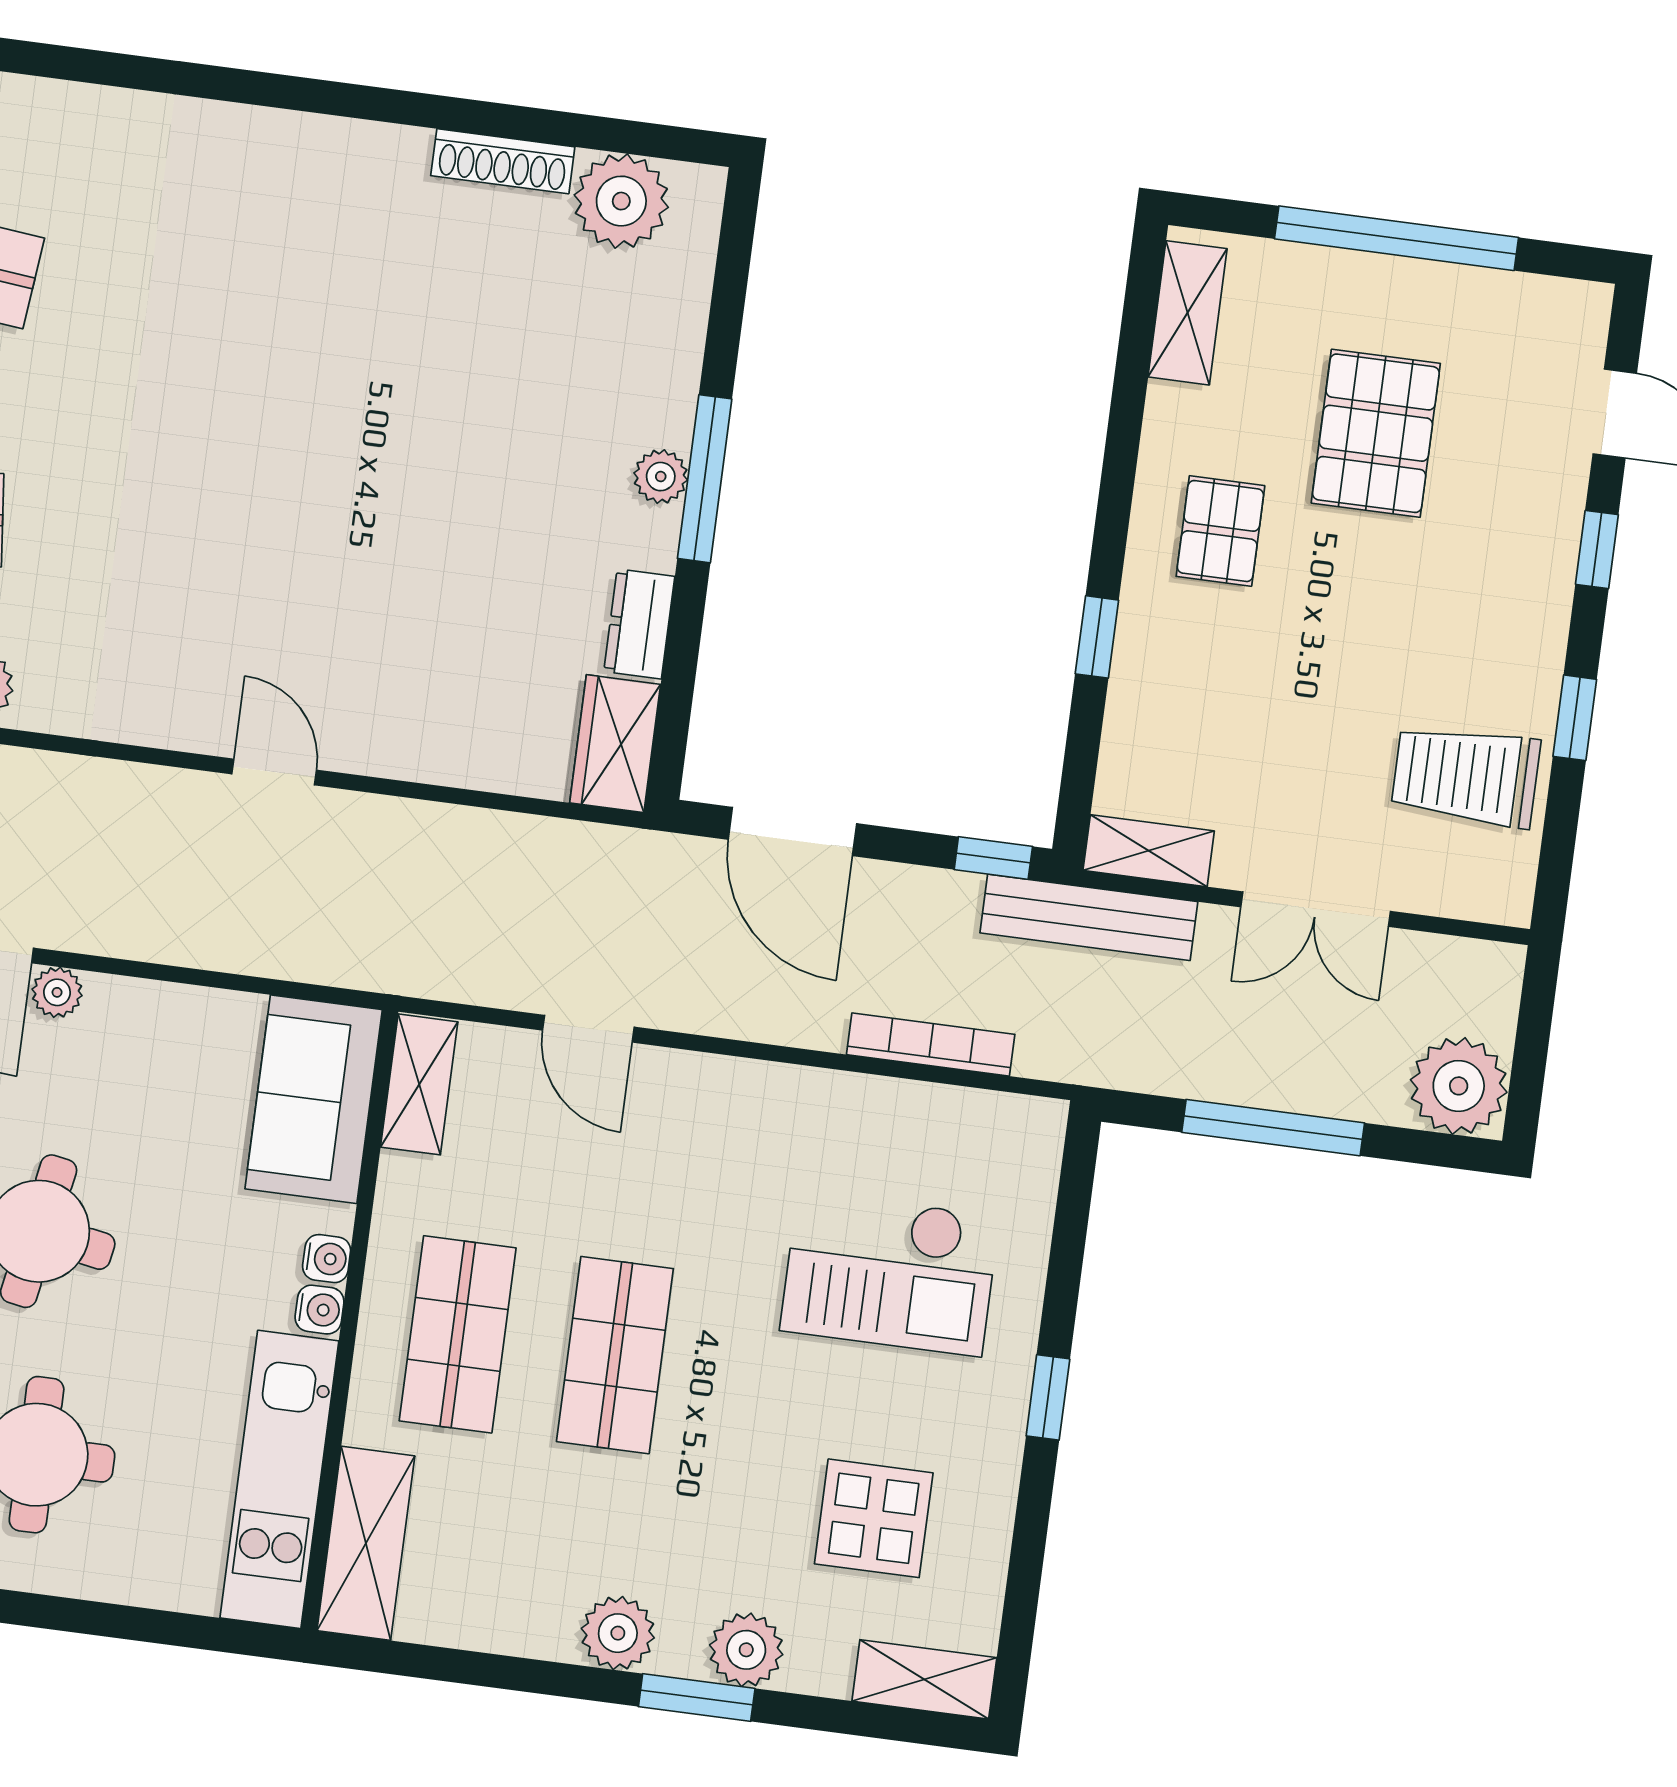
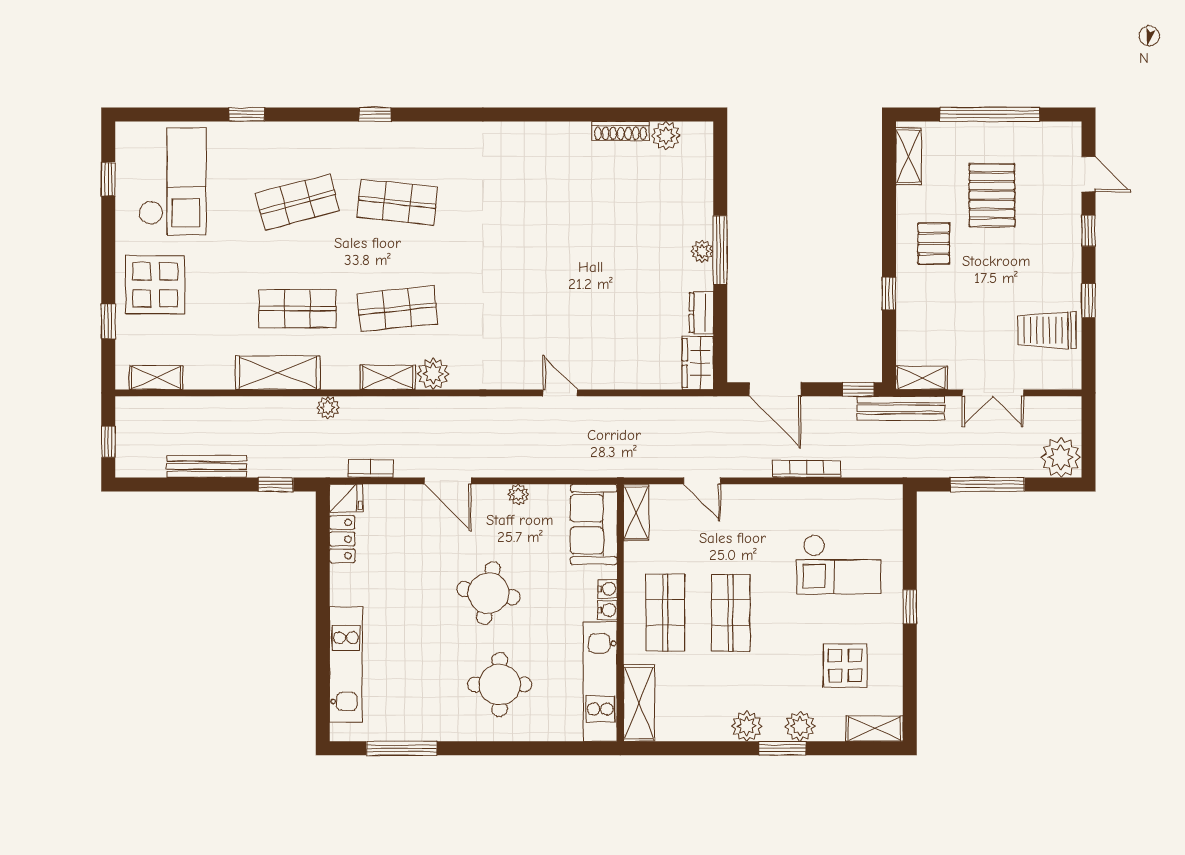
plant: (621, 201) -> (666, 136), width x0.73, depth x0.73
plant: (57, 992) -> (518, 495), moved
bookcase: (931, 1044) -> (807, 469), moved

